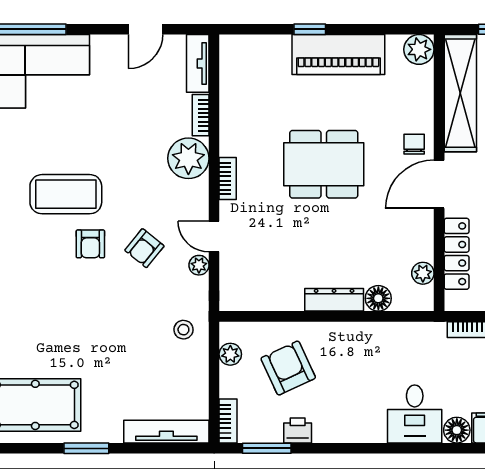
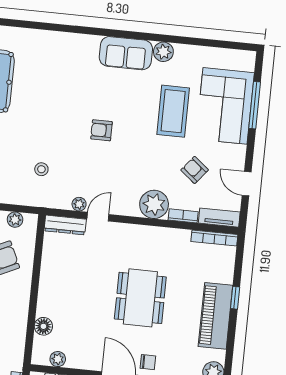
bookcase: (228, 179) -> (214, 238), moved, width x1.56
coffee table: (66, 194) -> (173, 111), moved
armchair: (144, 248) -> (195, 170), moved
dresser: (334, 300) -> (65, 225), moved, turned 90
stool: (183, 330) -> (41, 169), moved

